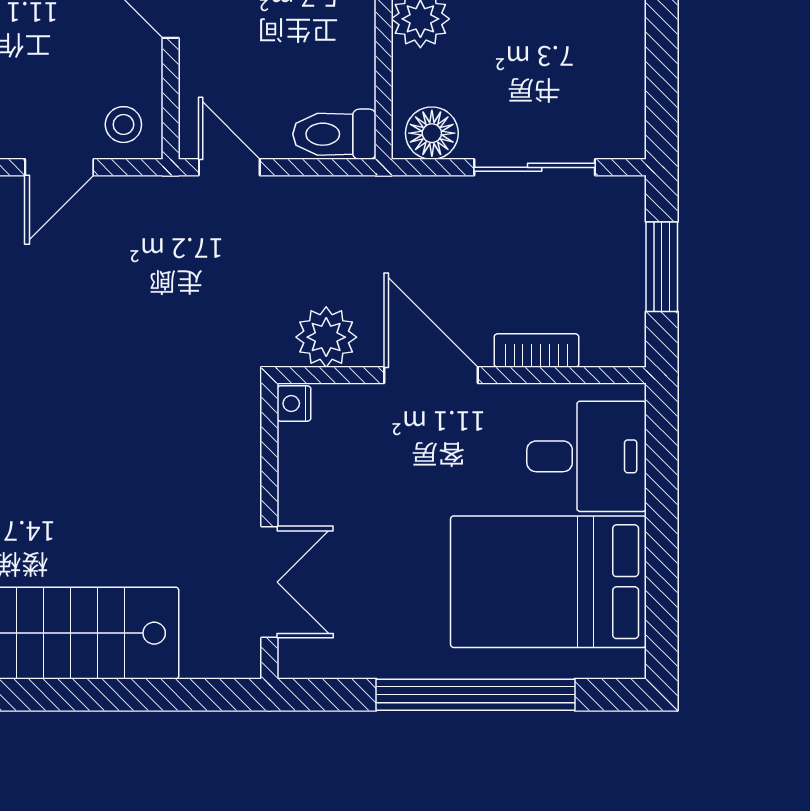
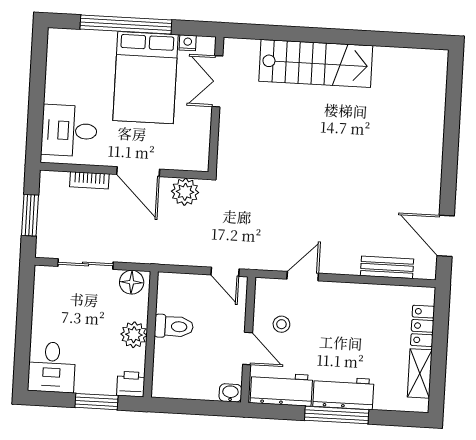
stool: (123, 125) -> (281, 324), moved
toilet: (334, 134) -> (174, 326), moved
nightstand: (294, 403) -> (188, 43), moved, turned -90
bed: (548, 582) -> (145, 78), moved, turned 90

